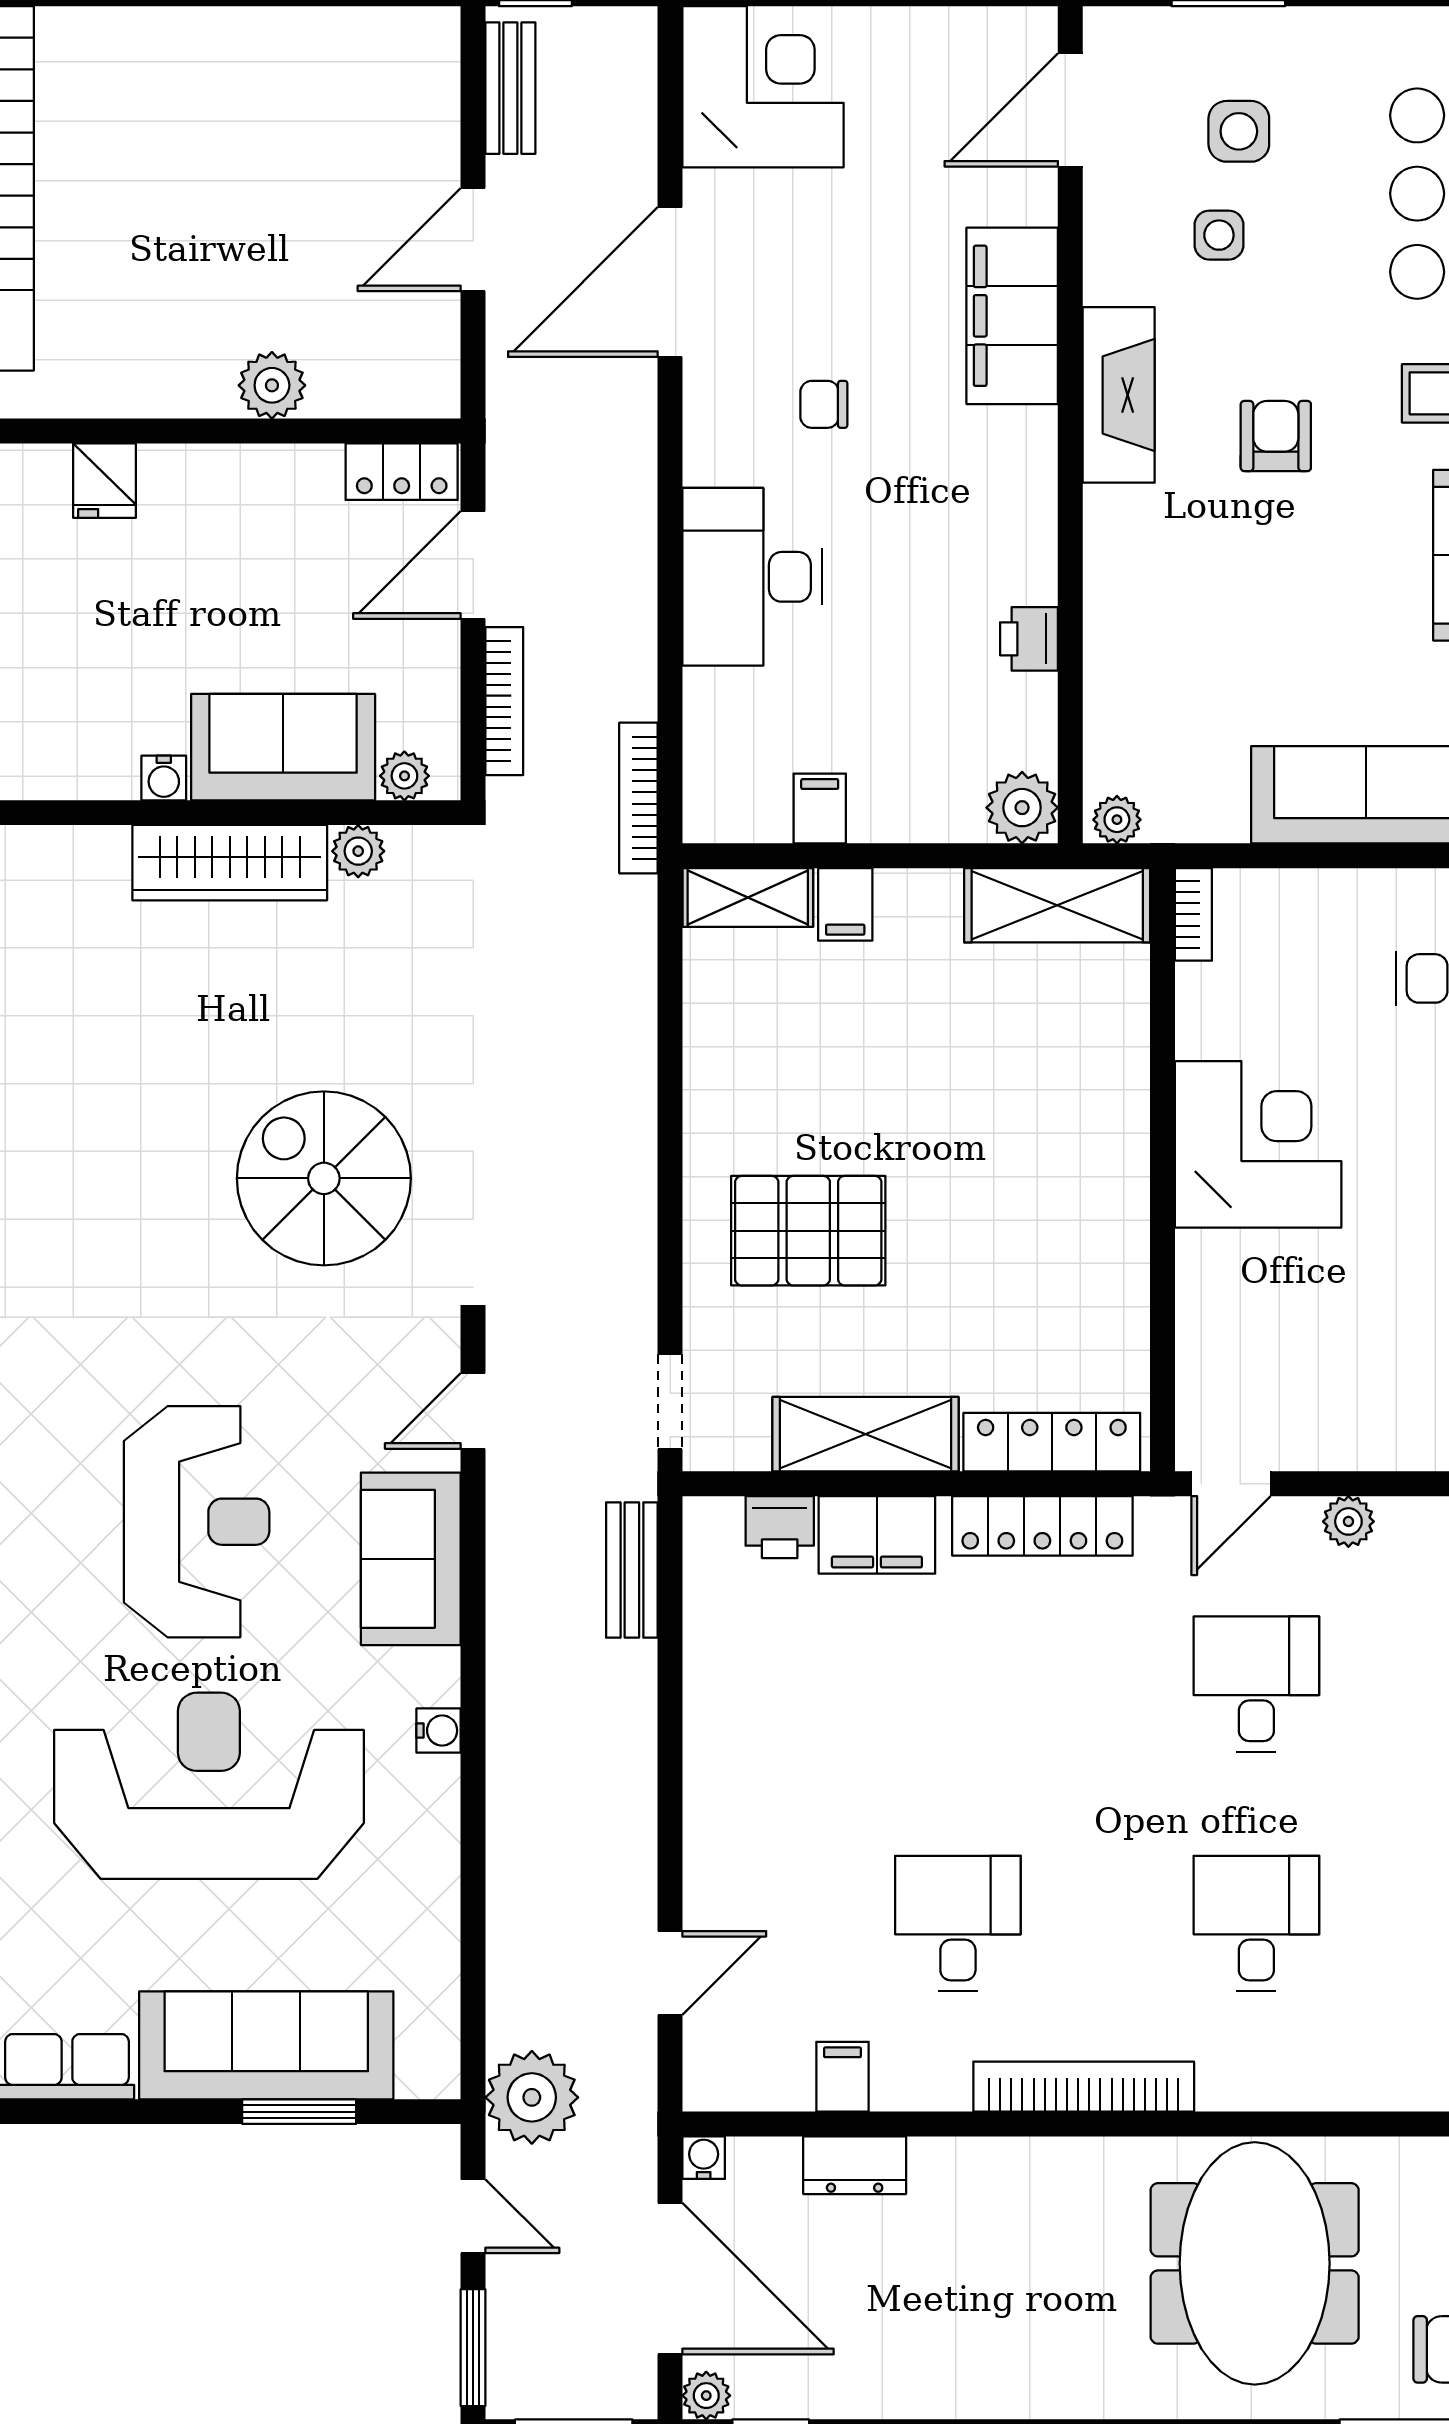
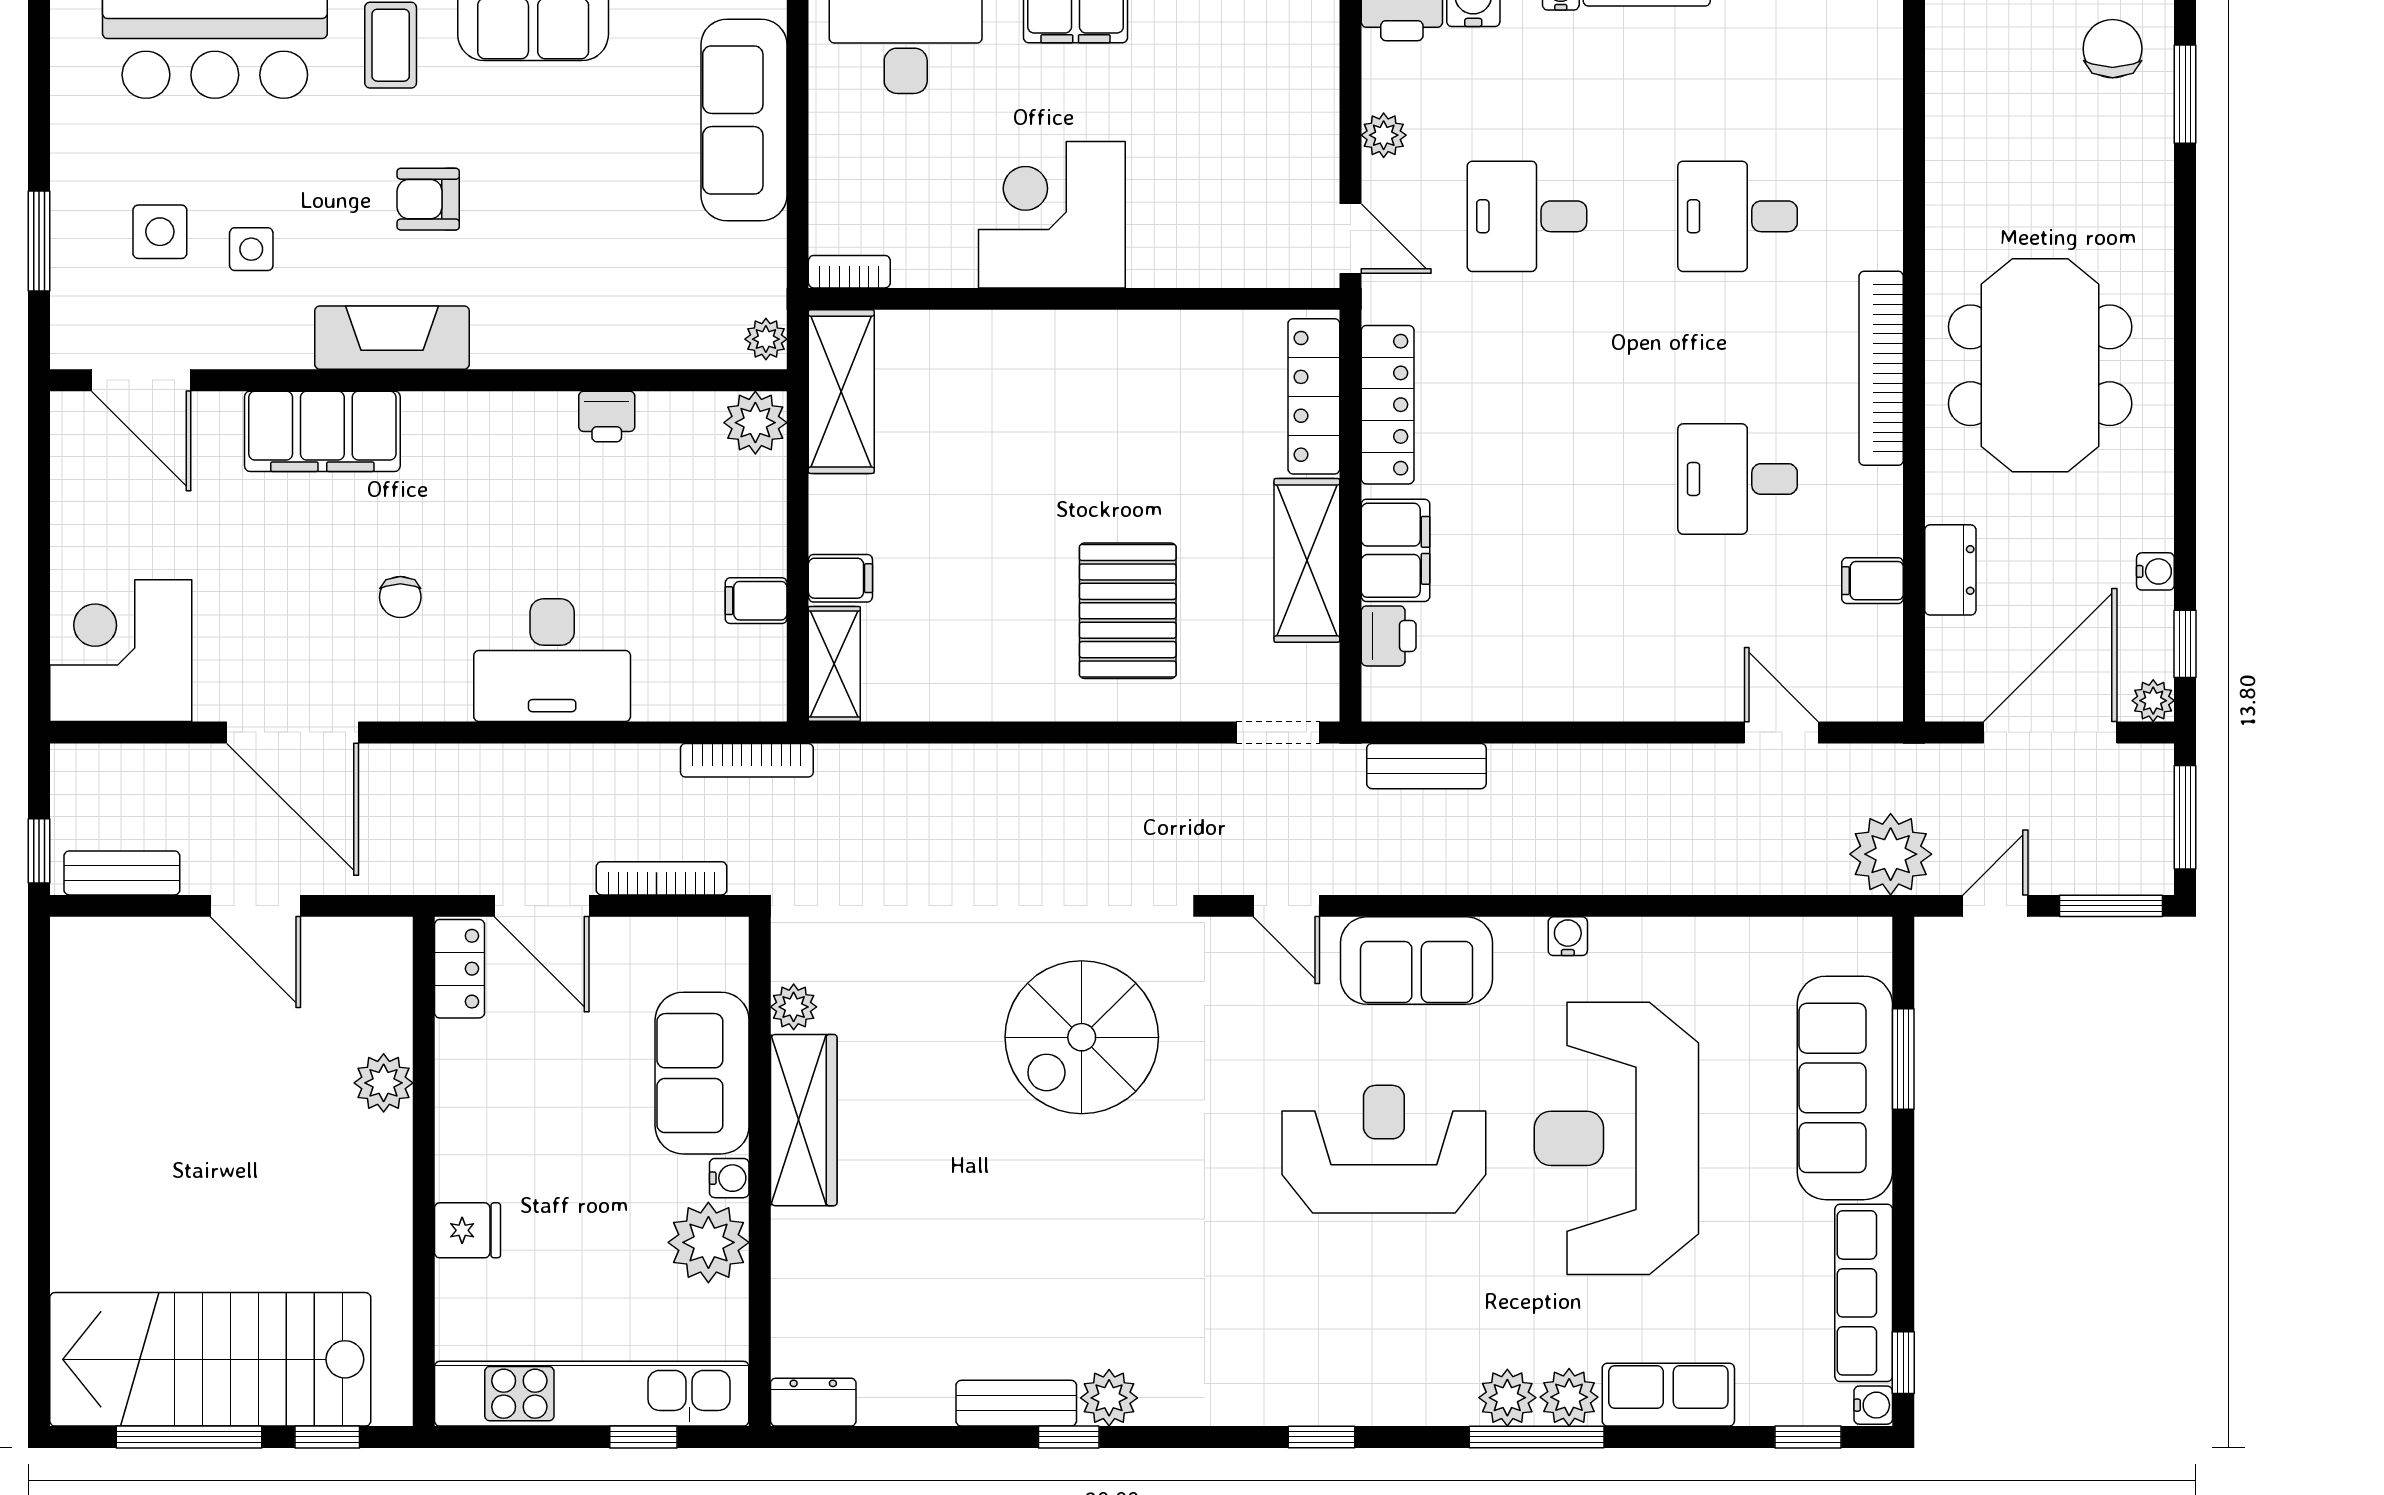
plant: (404, 776) -> (708, 1242), moved, width x1.88, depth x1.88
water cooler: (704, 2158) -> (2155, 571), moved, turned 180
meeting table: (1255, 2263) -> (2040, 365), moved, turned 90

